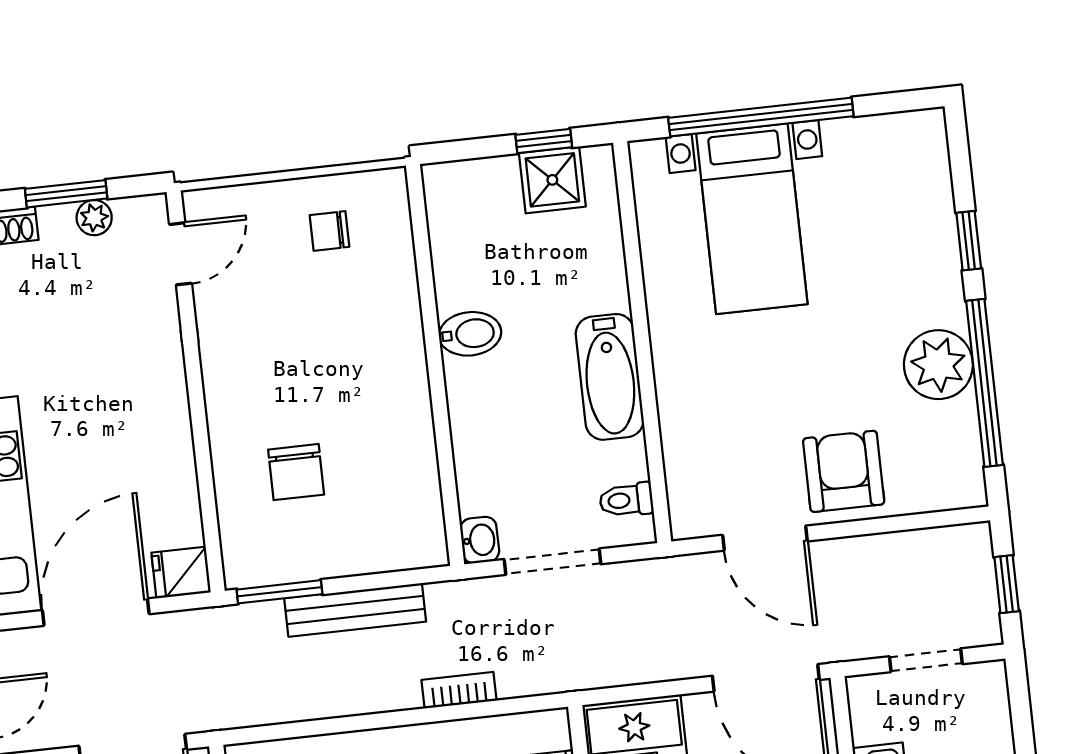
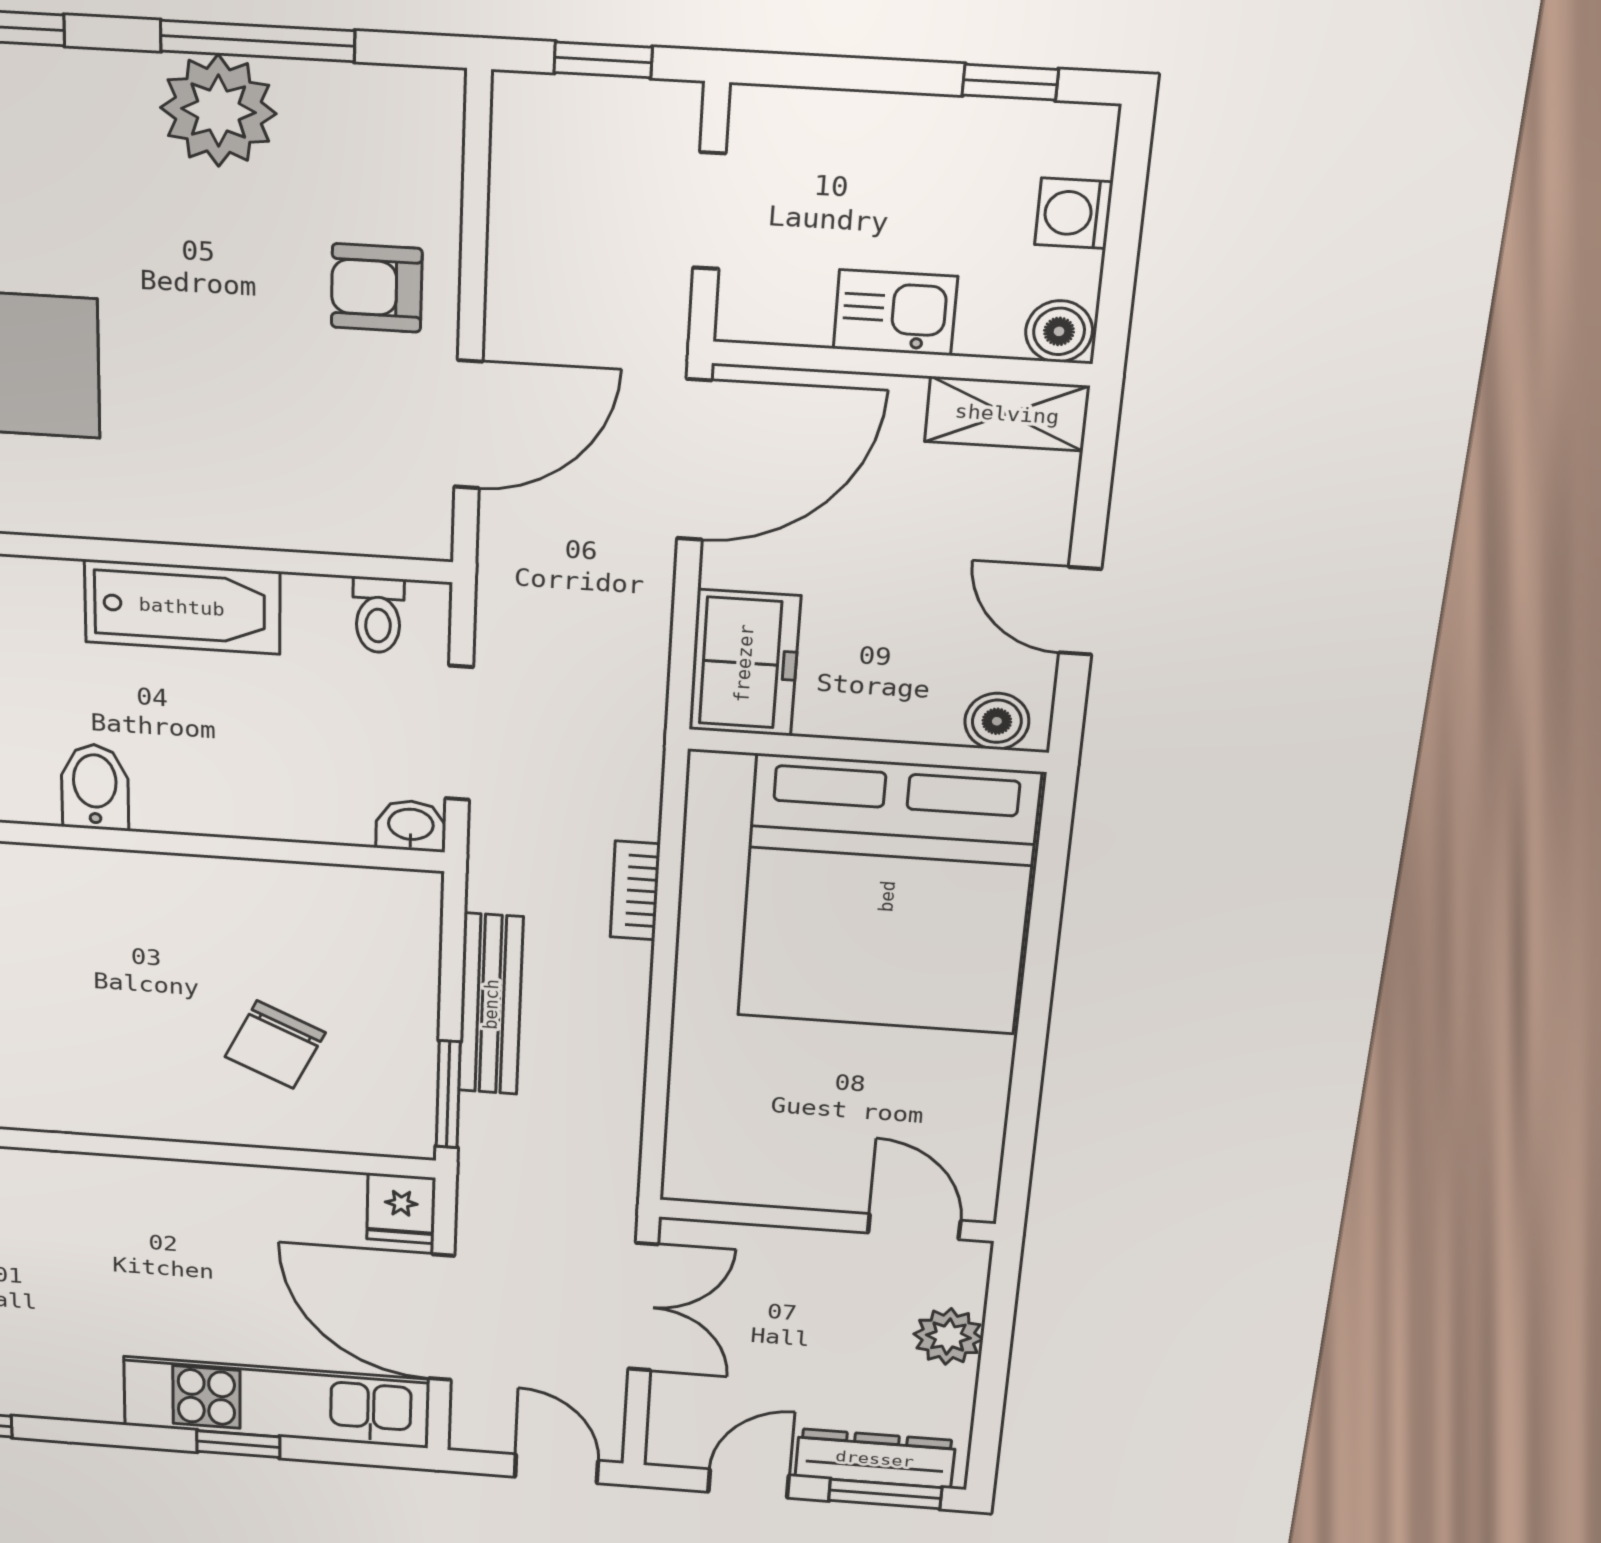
window: (984, 383) -> (257, 41), width x0.68
armchair: (844, 471) -> (377, 288), width x0.72, depth x0.72
chair: (296, 472) -> (275, 1045), turned 115

